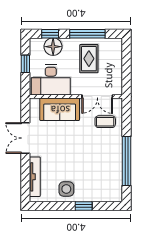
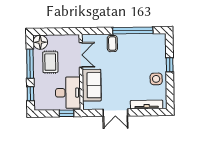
floor lamp: (53, 47) -> (40, 42), moved
rug: (89, 59) -> (50, 62), turned 90
window: (25, 64) -> (67, 113), moved
coffee table: (105, 122) -> (112, 44), moved

